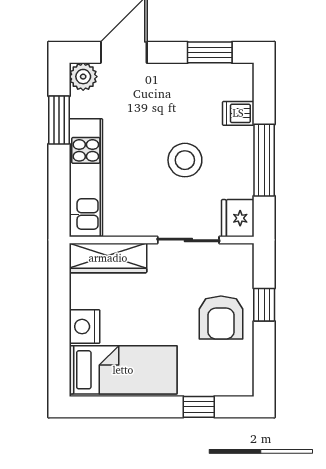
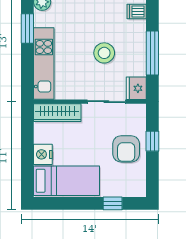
dishwasher: (238, 113) -> (137, 11), moved

